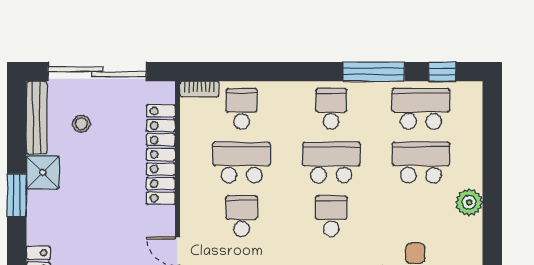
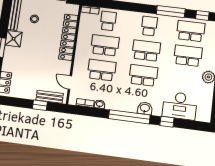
school desk: (242, 216) -> (102, 70), width x1.85
school desk: (331, 216) -> (143, 75), width x1.85

